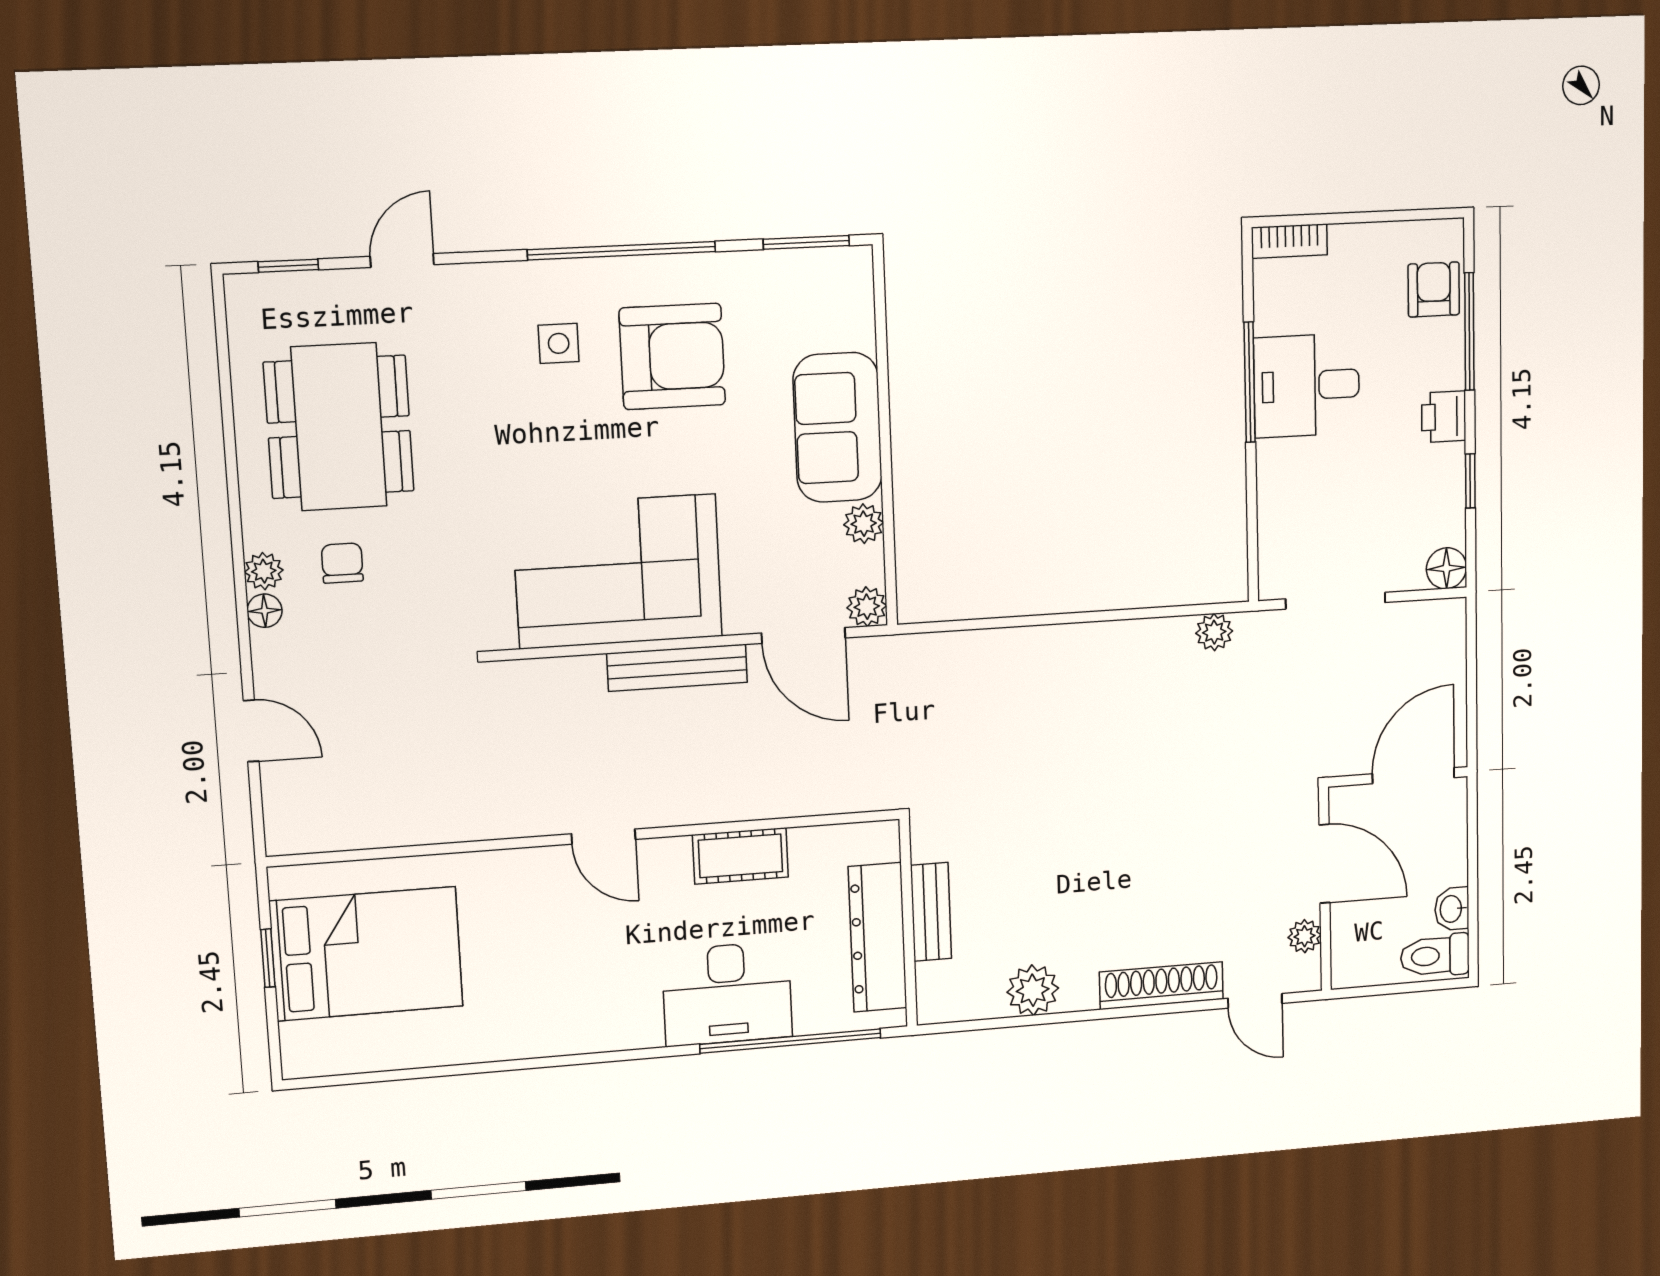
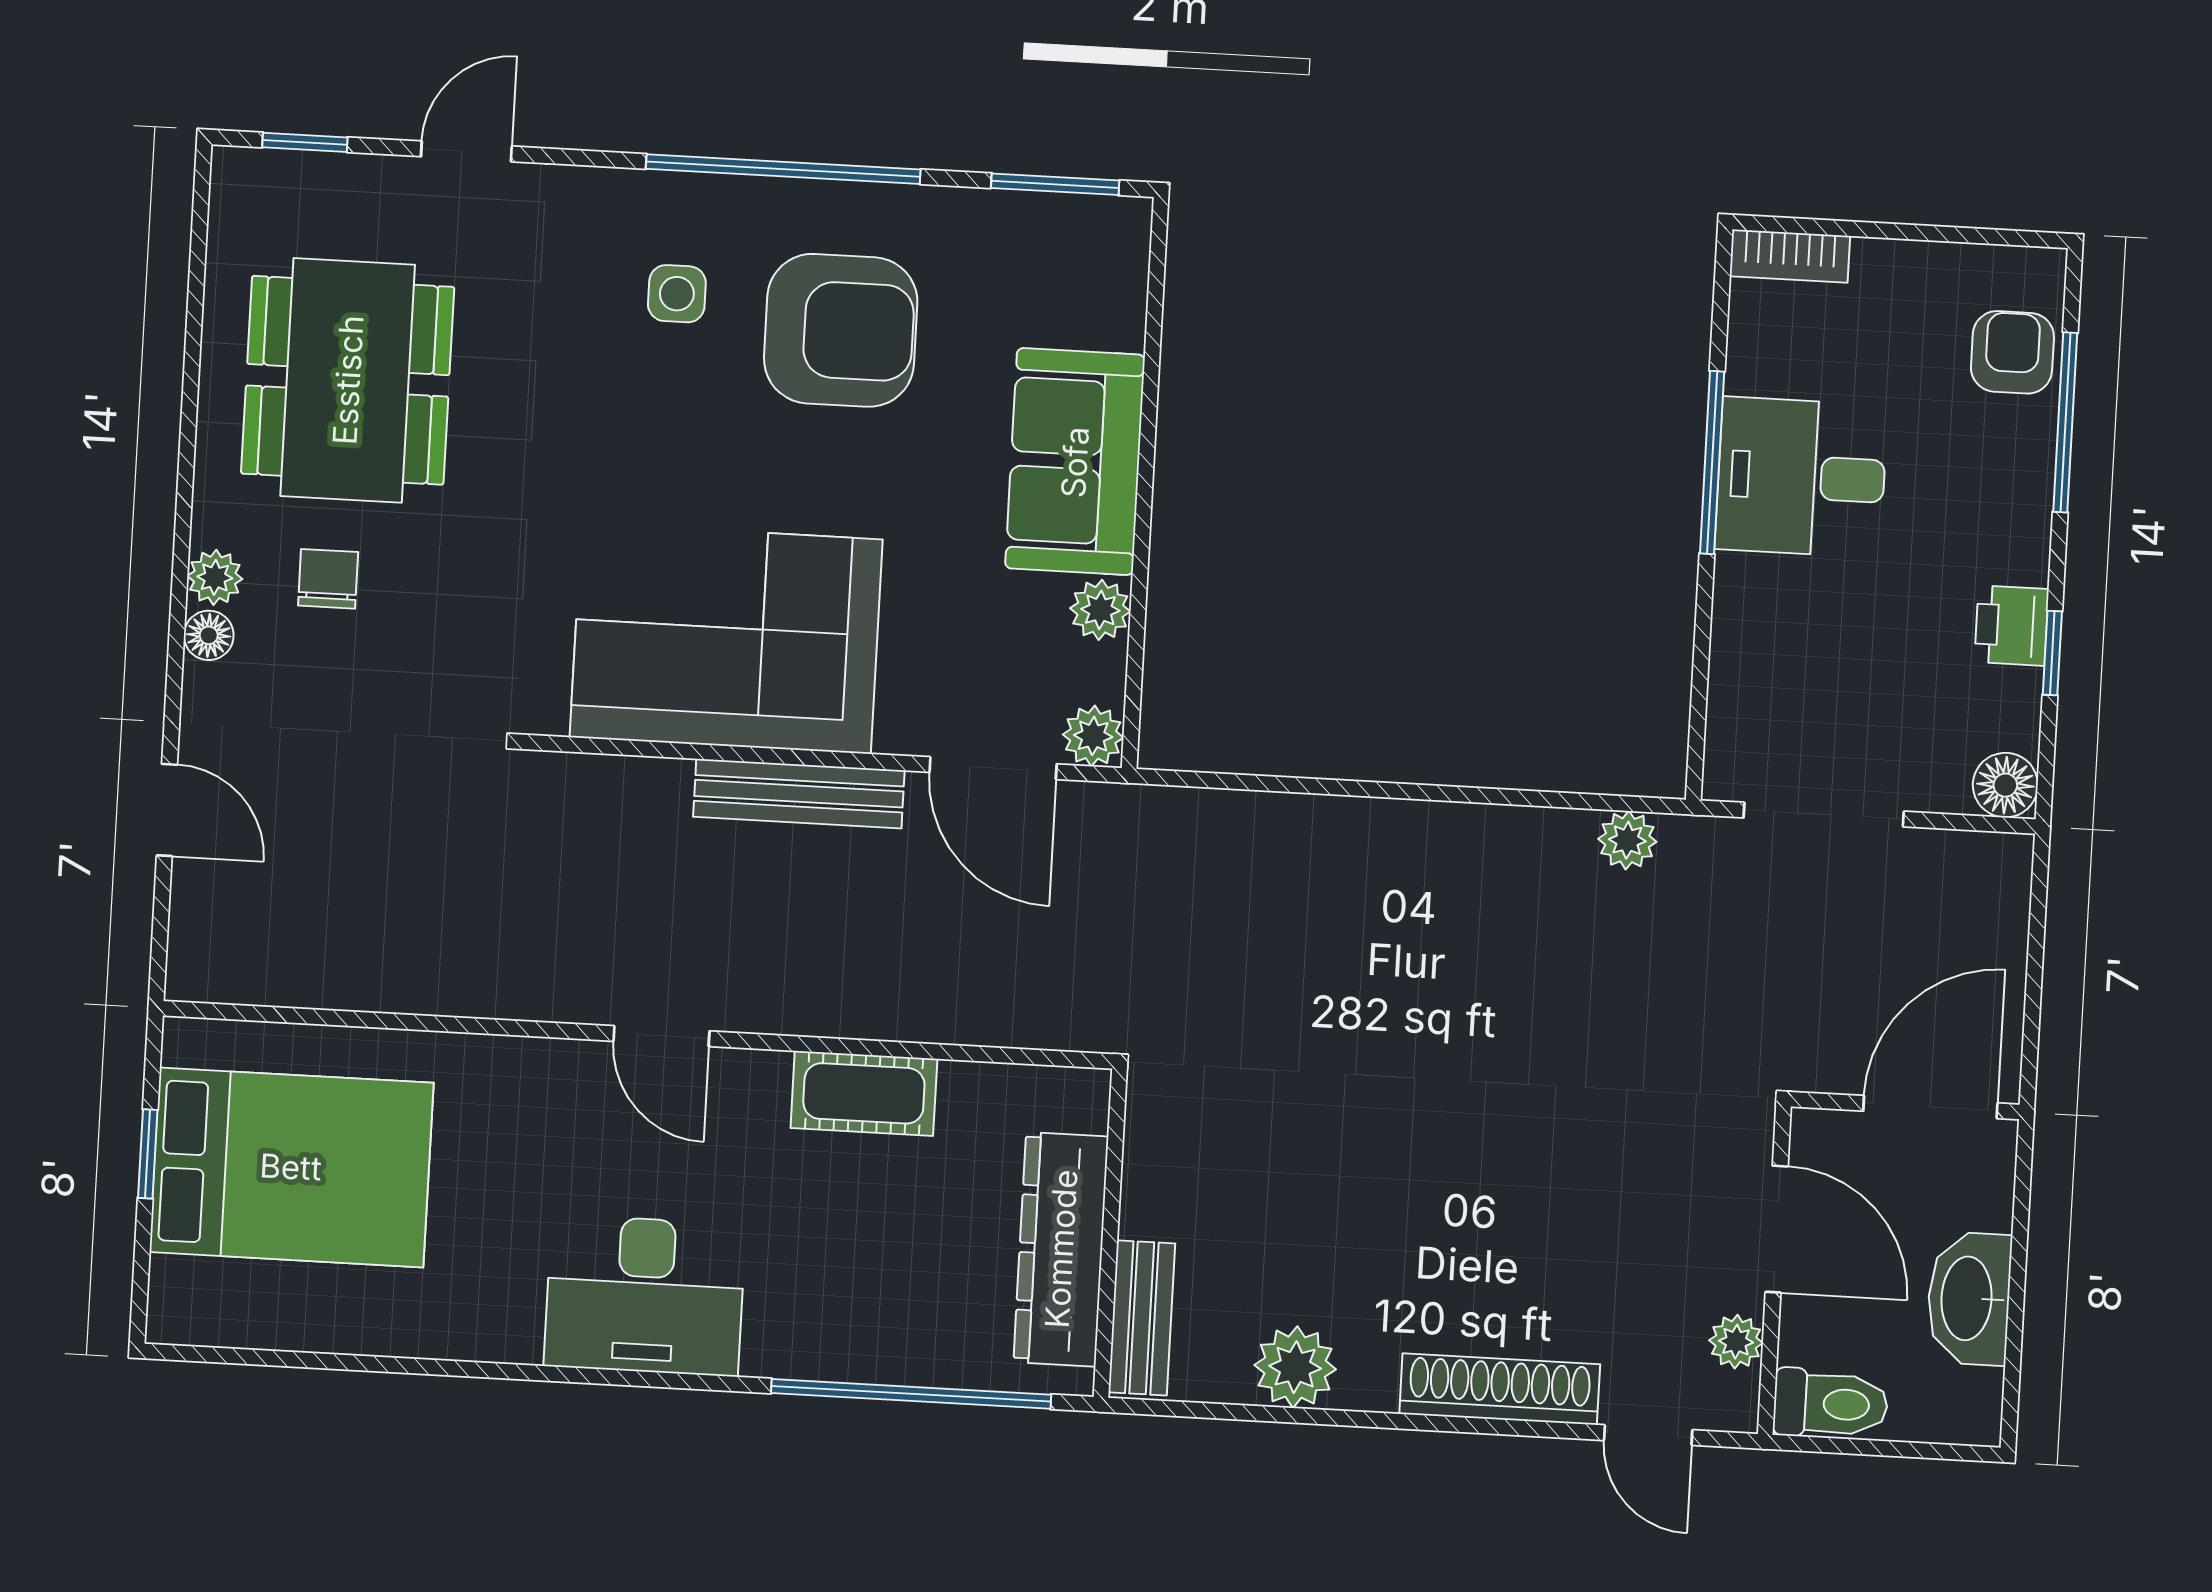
printer: (1444, 417) -> (2012, 626), moved
washbasin: (1452, 909) -> (1969, 1299), width x1.91, depth x1.45
bench: (931, 912) -> (1142, 1318), moved
toilet: (1435, 956) -> (1831, 1404), moved, turned 180
desk: (727, 994) -> (645, 1295), moved

